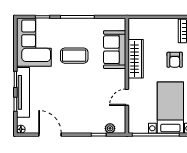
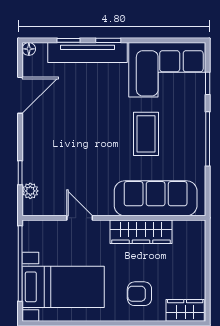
sofa: (115, 50) -> (156, 198), width x1.36

